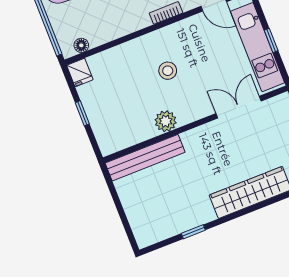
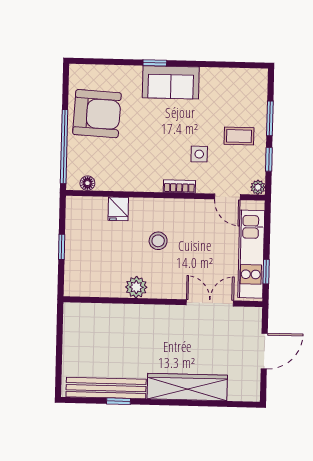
window: (271, 40) -> (266, 272), moved
fridge: (80, 72) -> (118, 209), moved
bench: (145, 158) -> (106, 388), moved

